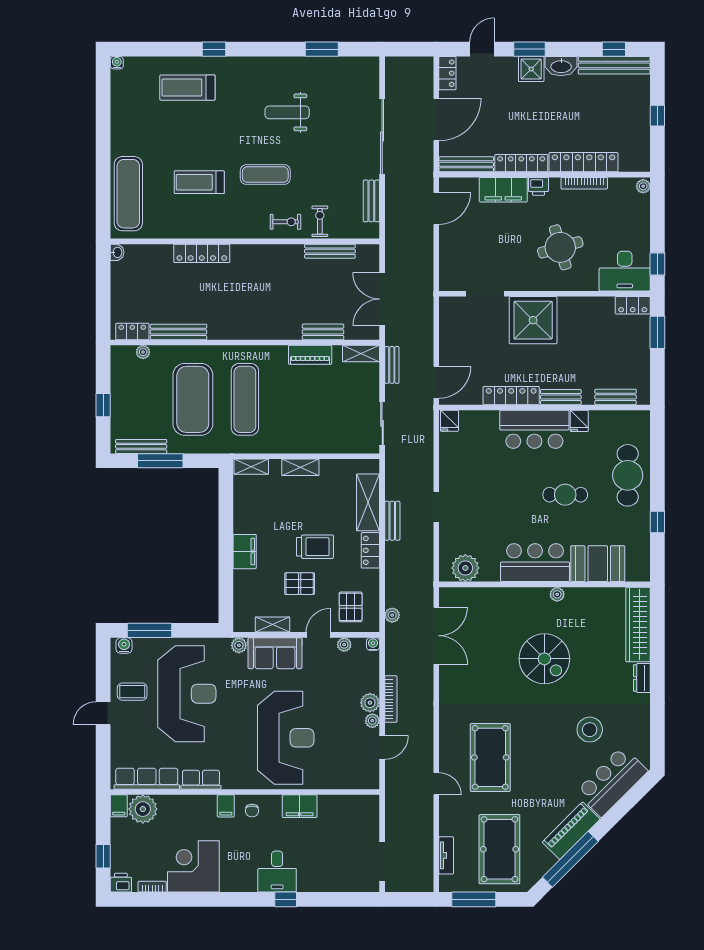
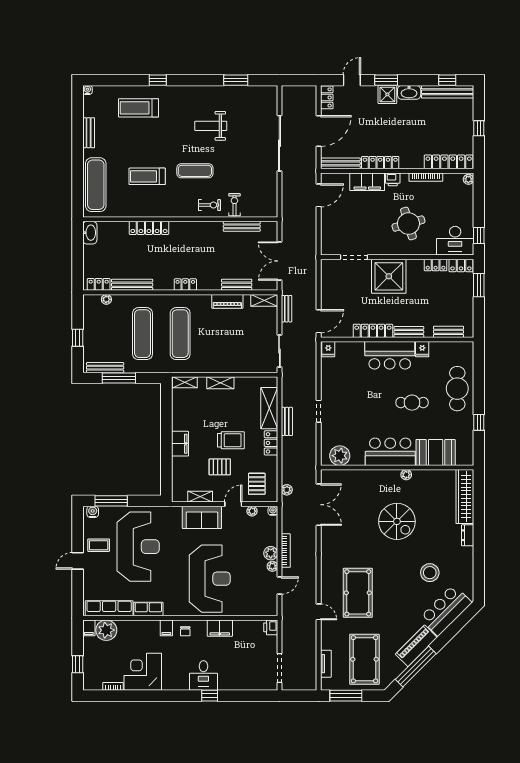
locker: (584, 162) -> (449, 162), moved
bench: (371, 201) -> (89, 133), moved
washbasin: (117, 252) -> (90, 233), width x1.91, depth x1.45
locker: (598, 305) -> (436, 265), added
locker: (252, 332) -> (185, 285), added
exercise mat: (193, 399) -> (142, 334), width x0.68
plant: (239, 645) -> (176, 512), removed
printer: (121, 883) -> (271, 627), moved, turned -90

